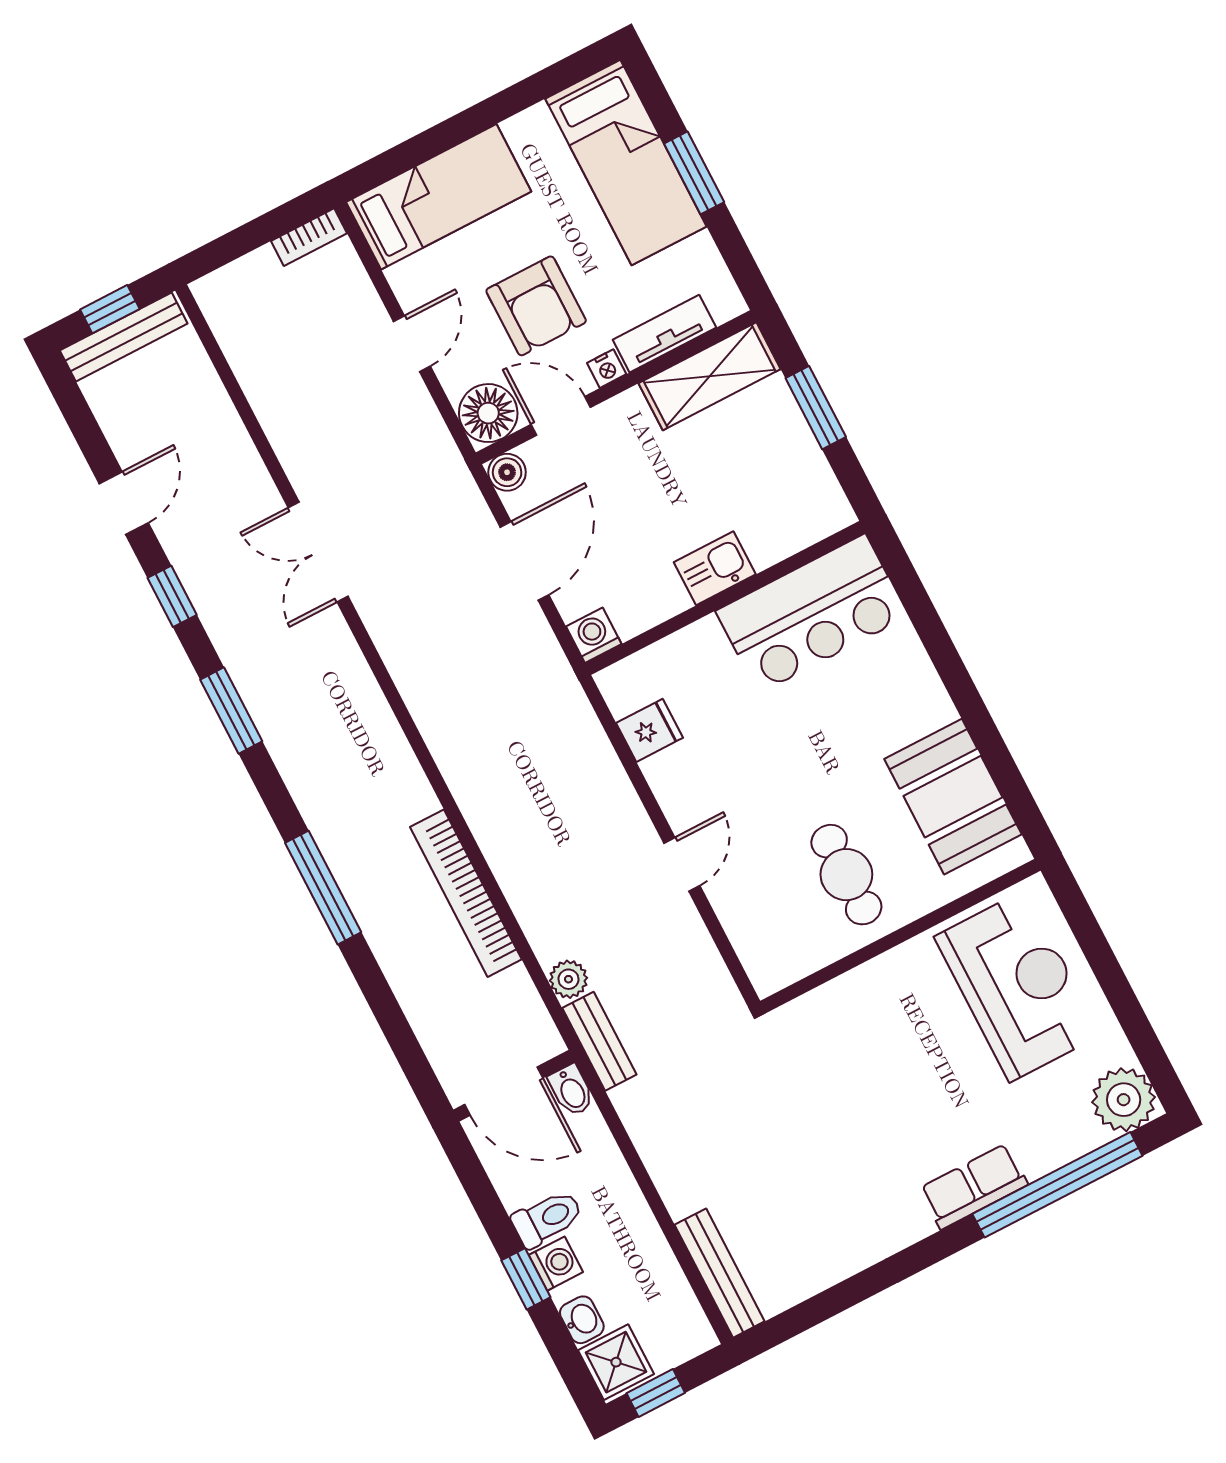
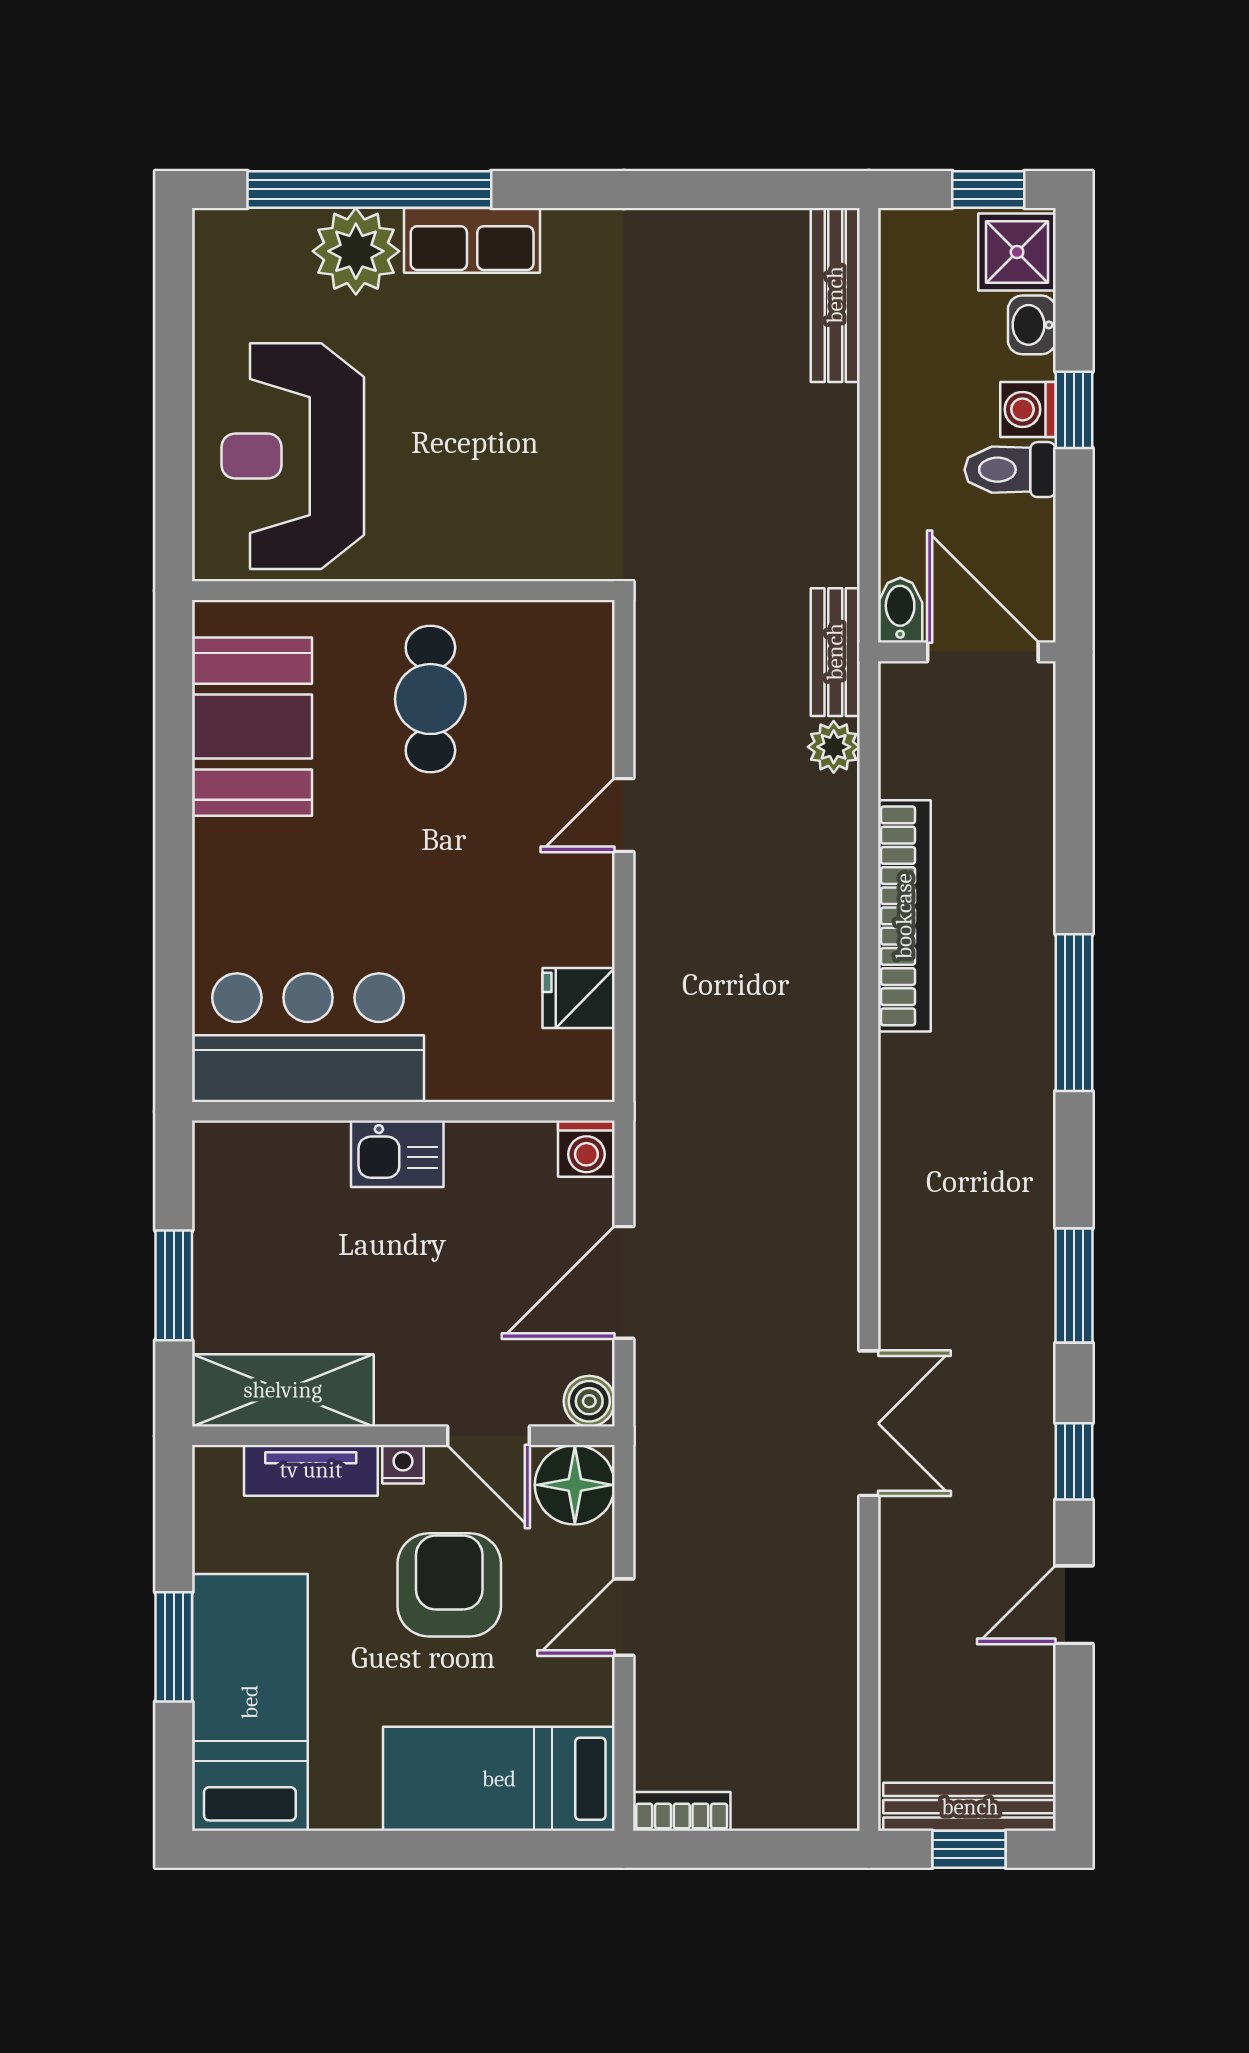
plant: (1124, 1100) -> (356, 251), moved

